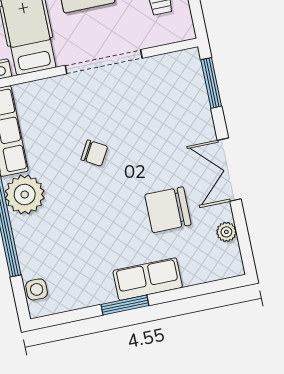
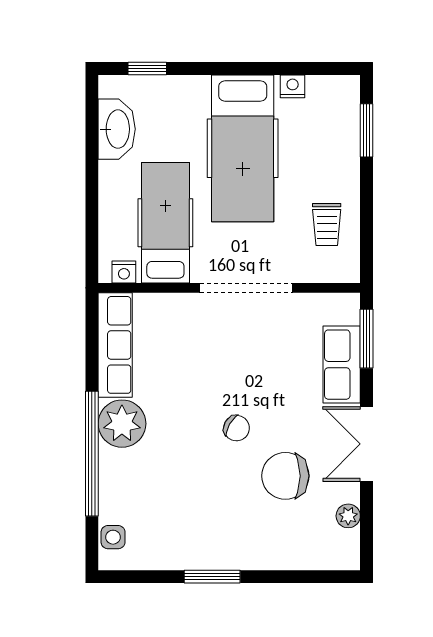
chair: (94, 153) -> (237, 428), moved
row of seats: (148, 279) -> (342, 365), moved, turned -90

